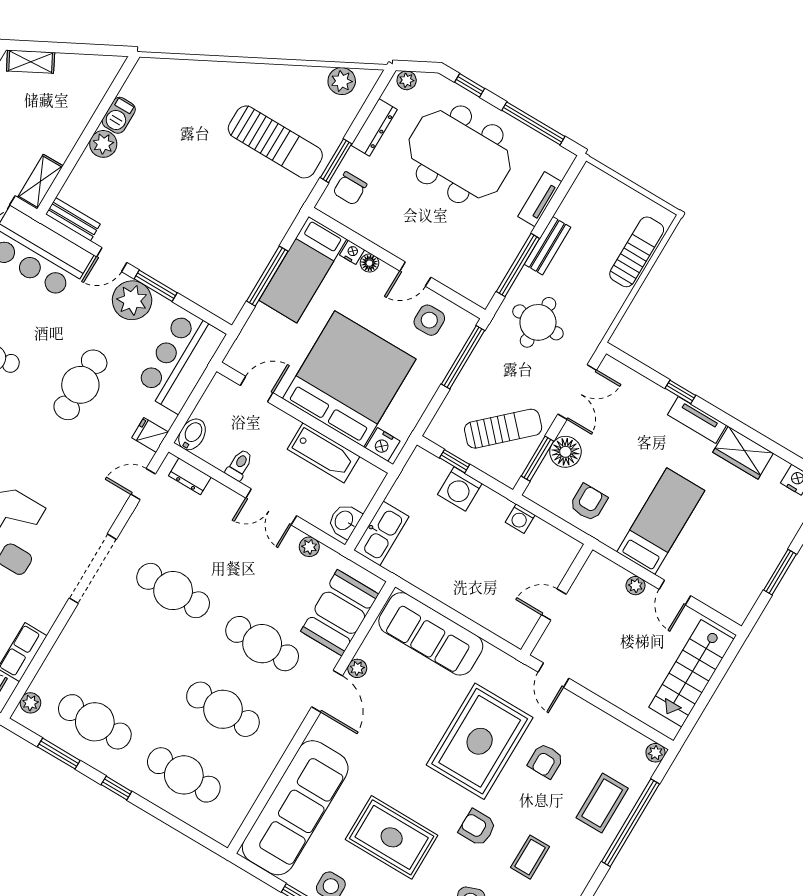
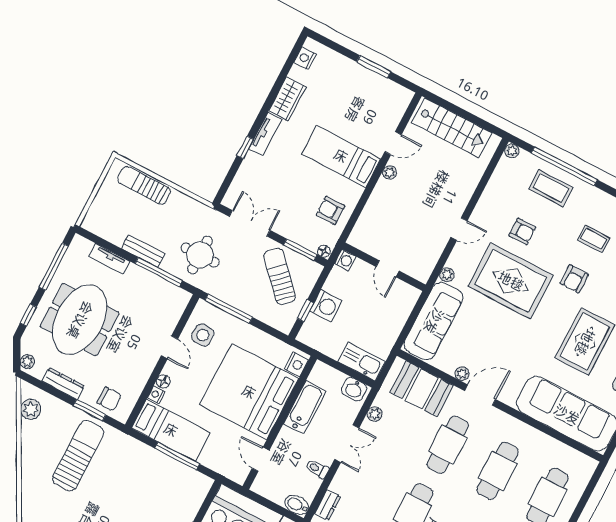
floor lamp: (565, 452) -> (324, 251), moved, width x0.53, depth x0.53
wall: (557, 600) -> (384, 267), moved
door: (554, 605) -> (388, 269), moved
plant: (493, 656) -> (447, 275), added

